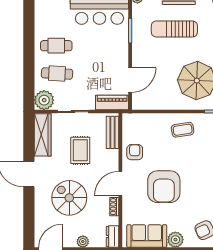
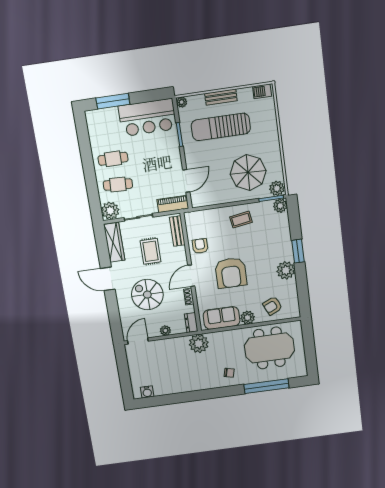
sun lounger: (174, 29) -> (221, 127), width x1.36, depth x1.34

